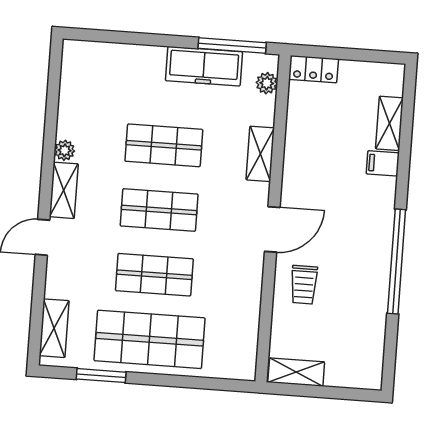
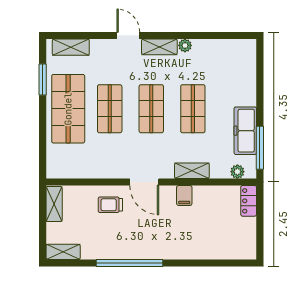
shelving: (389, 123) -> (63, 252), moved
filing cabinet: (383, 163) -> (184, 195), moved, turned 180

